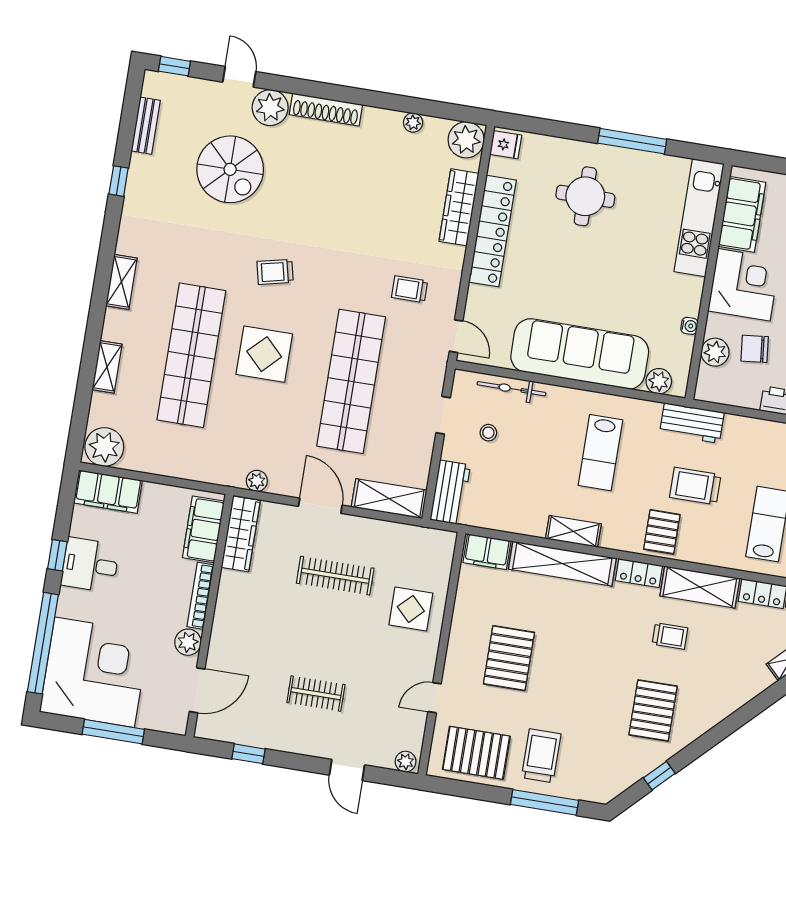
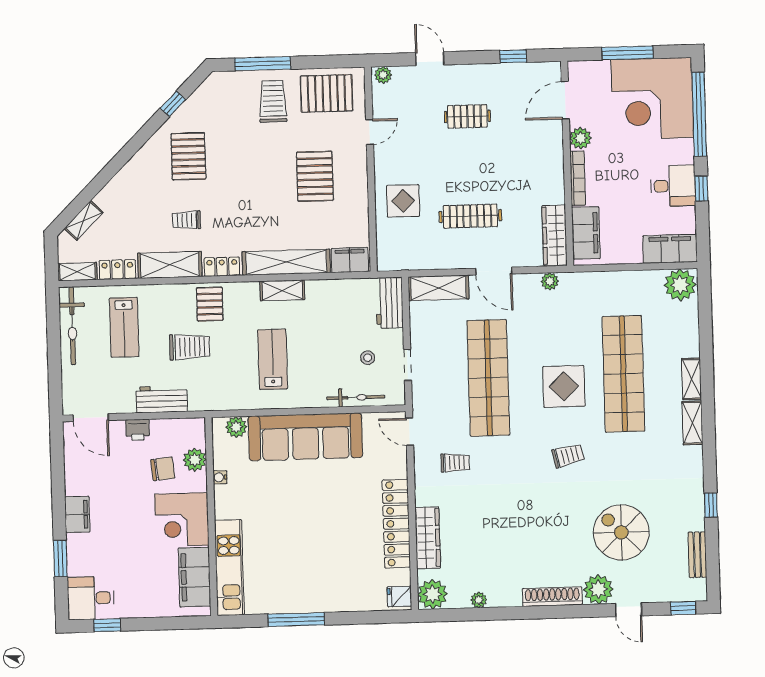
round table: (585, 196) -> (326, 567), removed
shelving: (107, 367) -> (692, 379), moved
workbench: (692, 423) -> (162, 399), moved
trolley: (541, 756) -> (273, 101), turned 180

